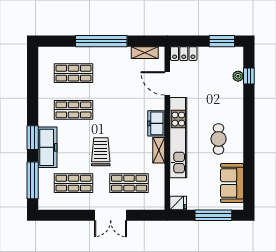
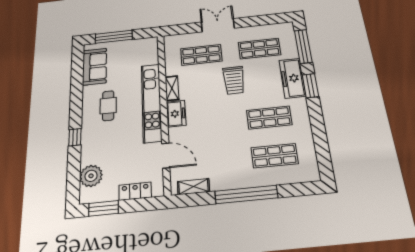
locker: (184, 54) -> (135, 191), moved
plant: (238, 76) -> (91, 176), width x1.88, depth x1.88
window: (249, 76) -> (75, 137), moved
fridge: (178, 203) -> (150, 43), removed

